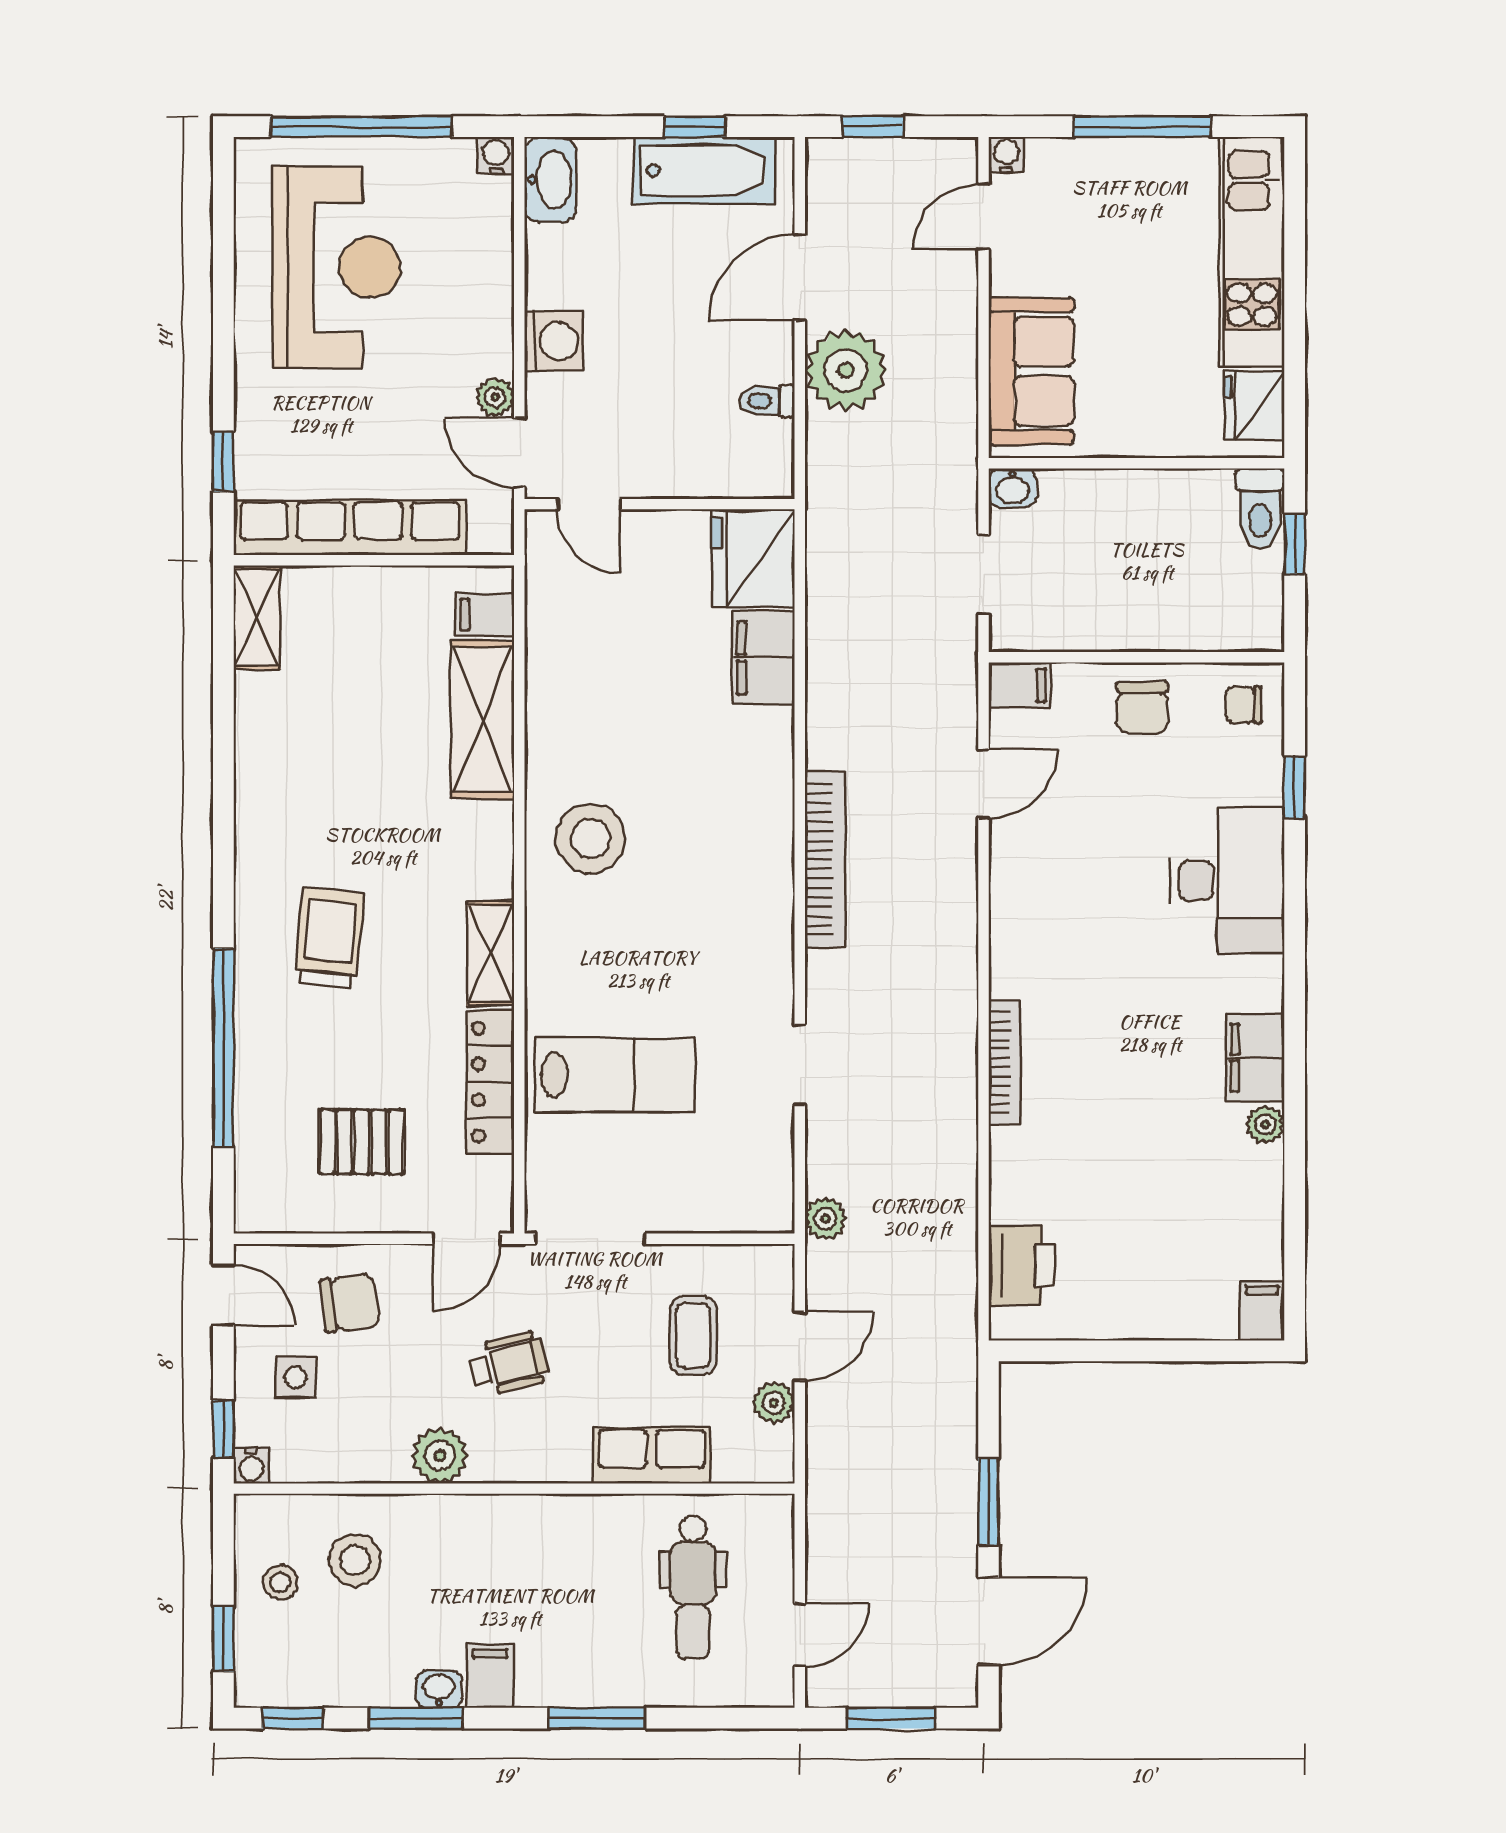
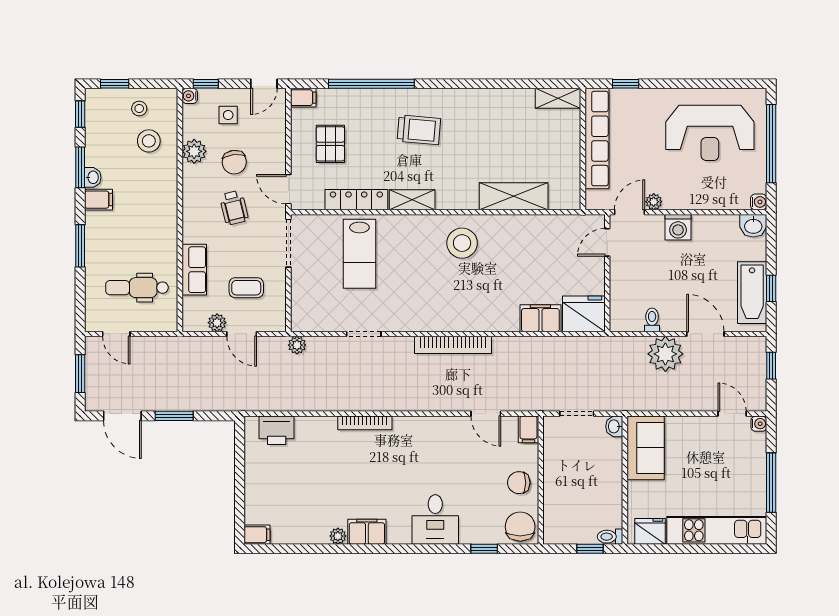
washbasin: (550, 180) -> (753, 226), width x0.72
sofa: (1031, 371) -> (646, 448), moved, turned -90
toilet: (1260, 509) -> (610, 537), width x0.73, depth x0.72
filing cabinet: (485, 615) -> (303, 98), moved, turned 90
chair: (1243, 705) -> (520, 527), width x1.87, depth x1.87
desk: (1227, 881) -> (435, 520), width x0.73
chair: (350, 1303) -> (234, 162), moved
plant: (440, 1456) -> (194, 151), moved

